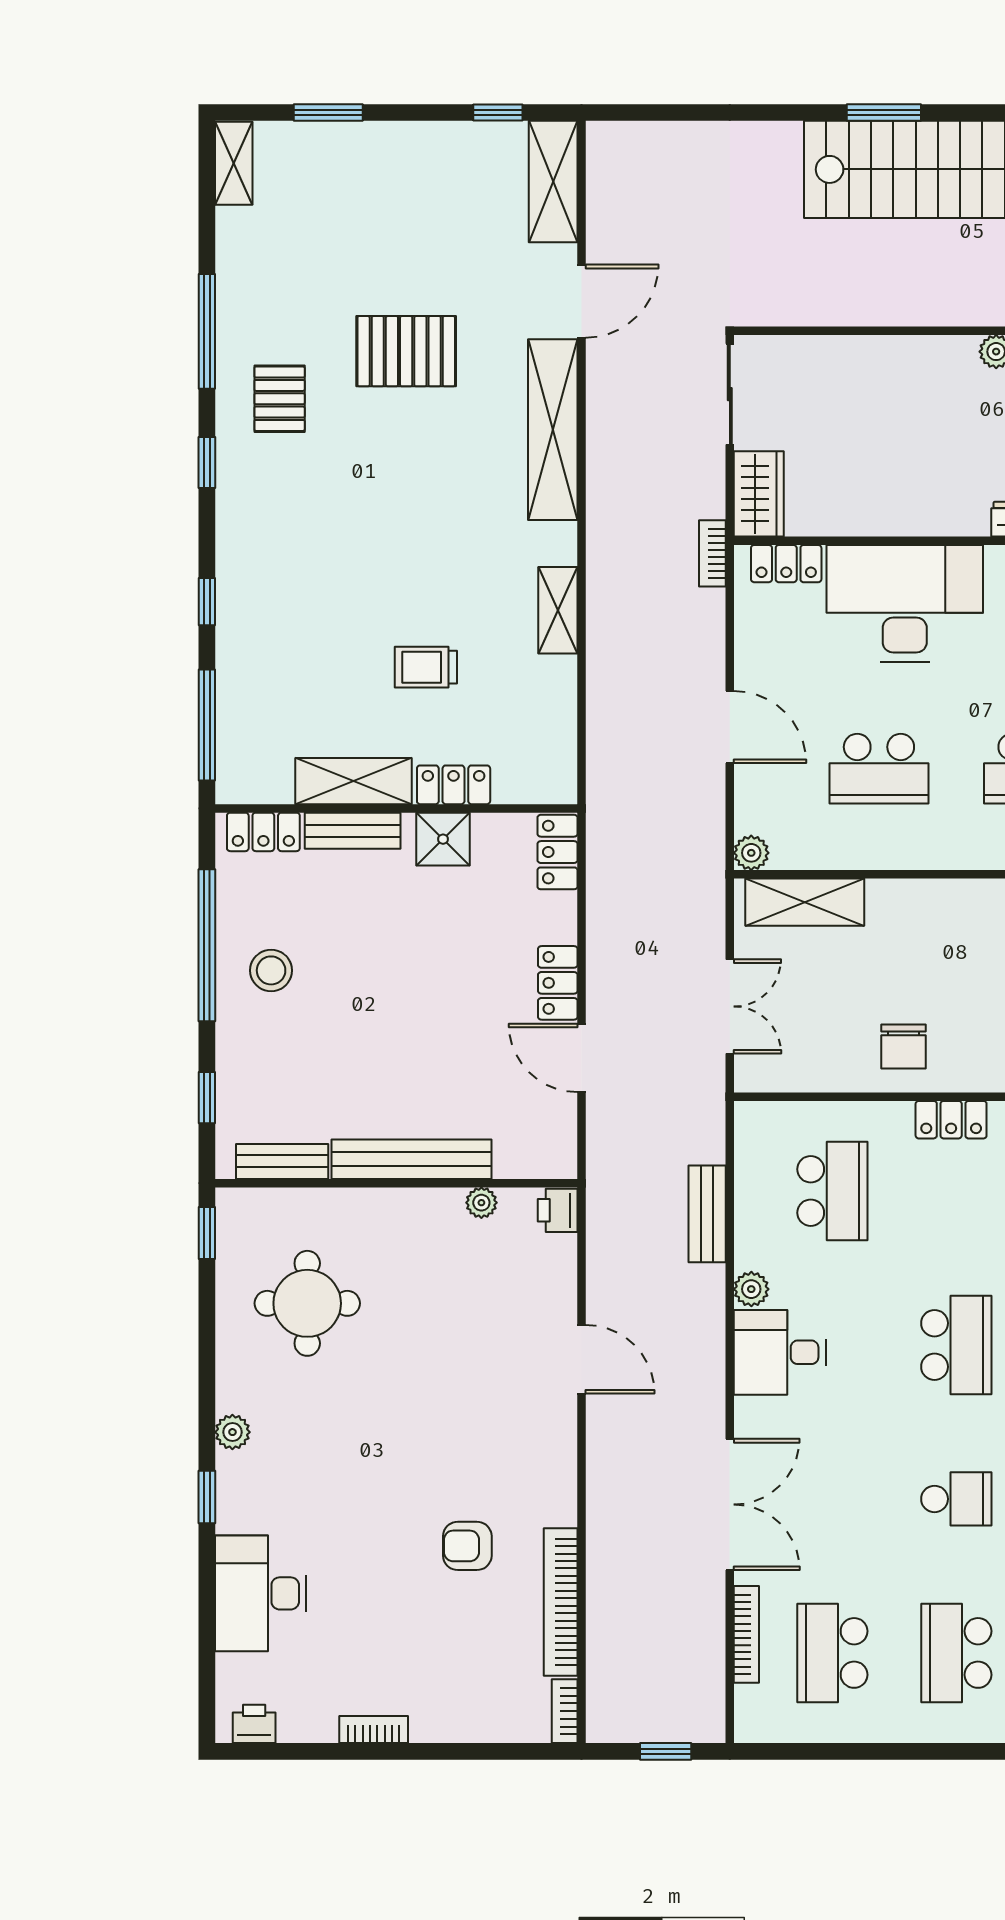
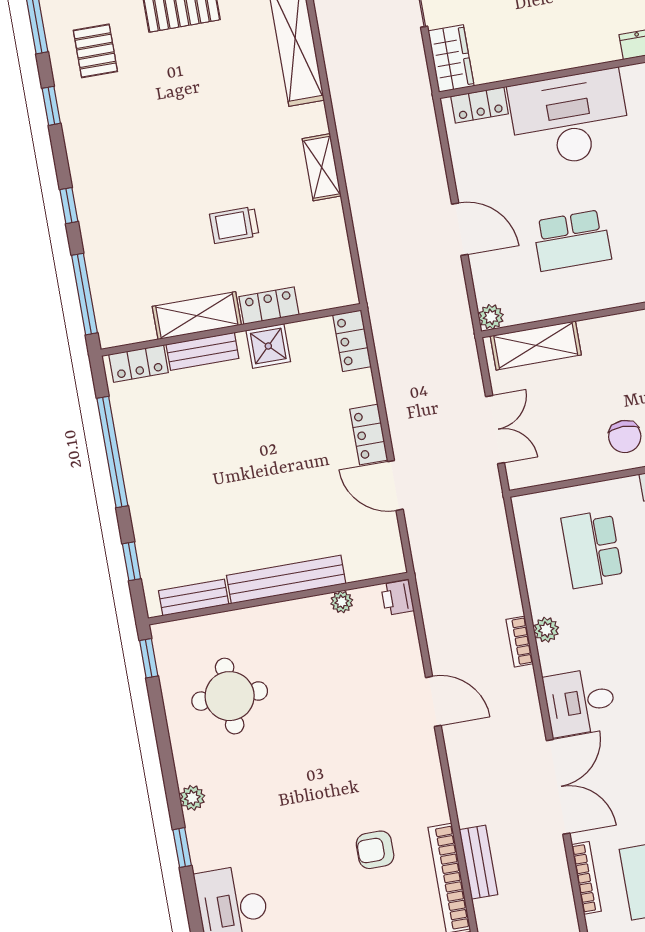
bookcase: (712, 553) -> (520, 642), moved
stool: (271, 970) -> (162, 462), removed
school desk: (832, 1191) -> (592, 549), turned 180
bench: (707, 1214) -> (478, 862), moved
desk: (780, 1352) -> (580, 702), moved

